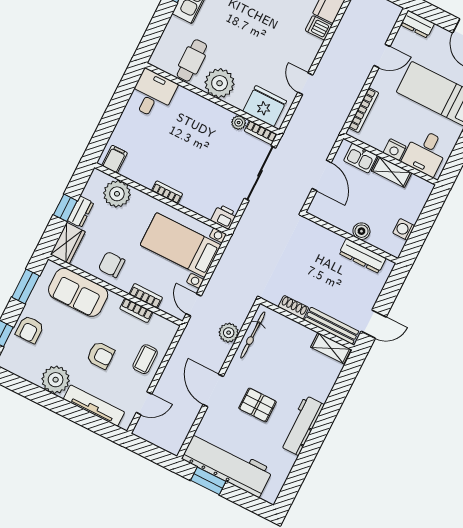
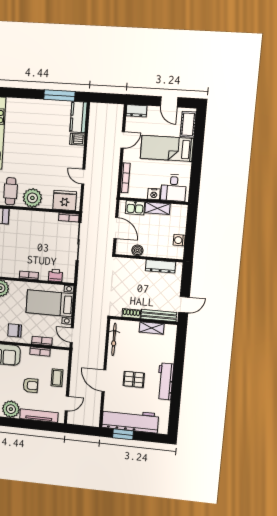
plant: (239, 123) -> (53, 217), removed
printer: (224, 217) -> (55, 275), moved
boiler: (361, 231) -> (137, 250), moved
plant: (229, 333) -> (99, 344), removed
shelving: (331, 348) -> (152, 328), moved

